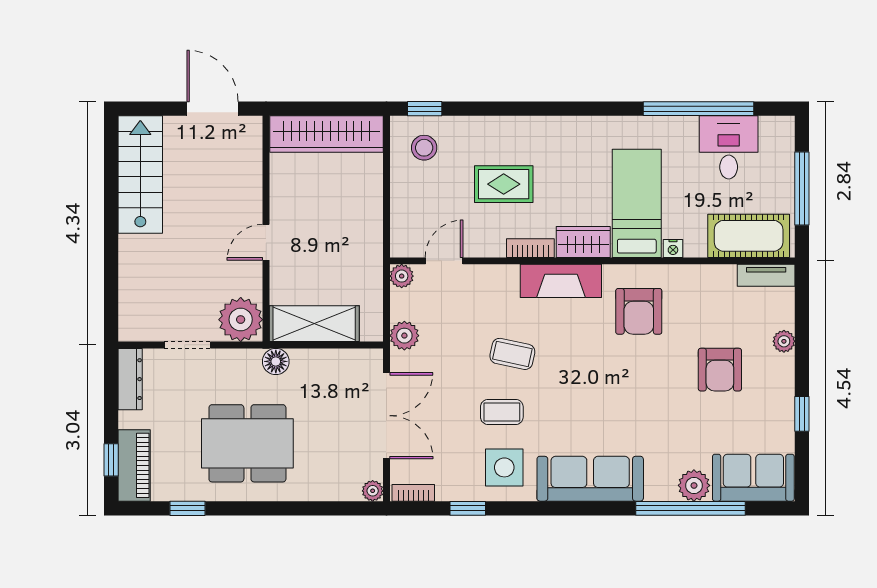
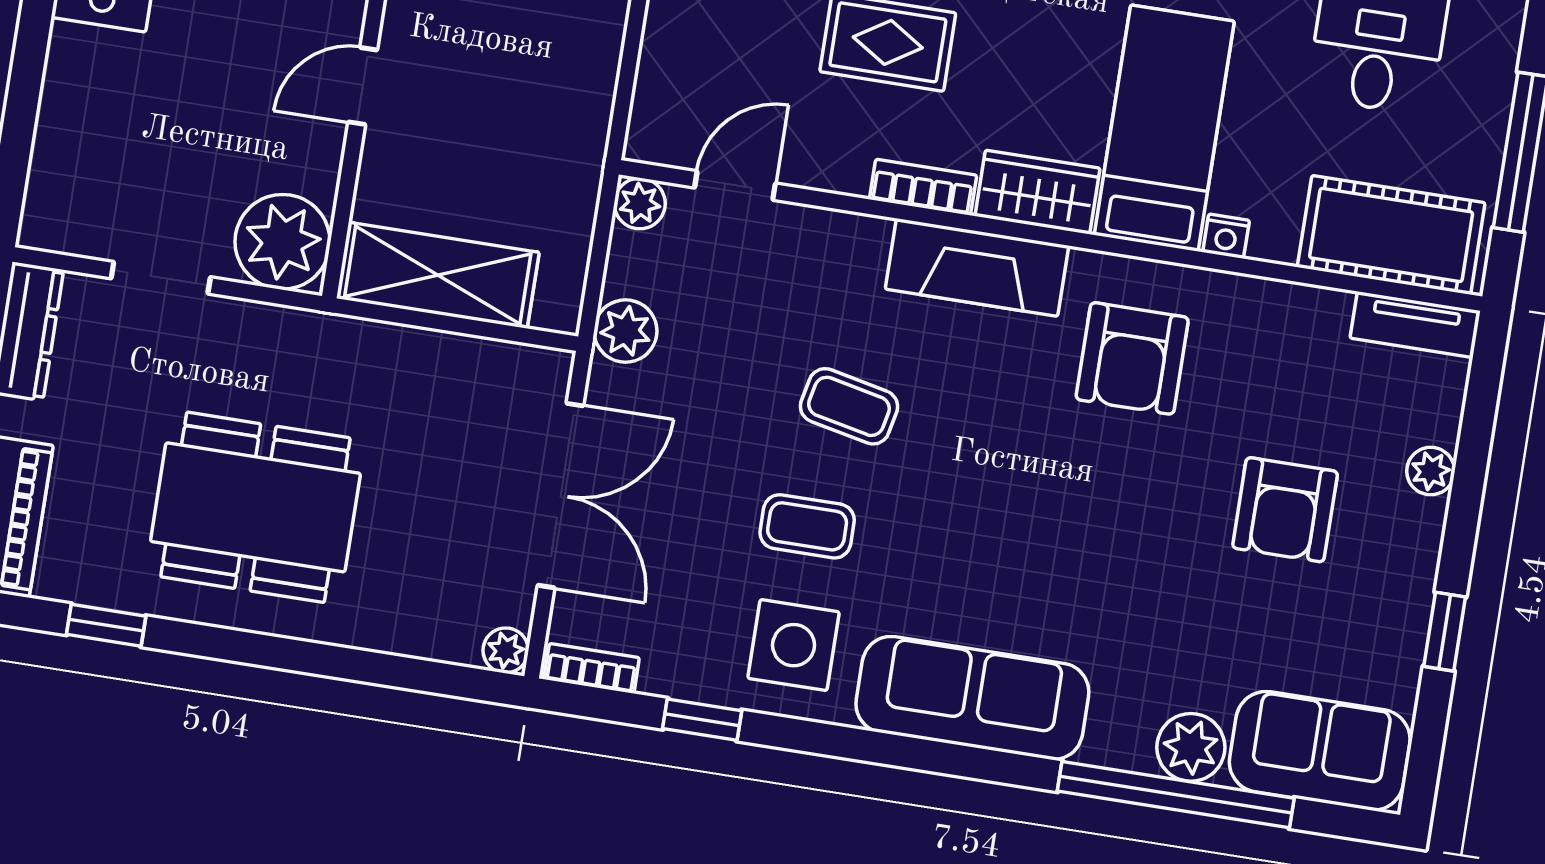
floor lamp: (276, 361) -> (343, 343), removed

